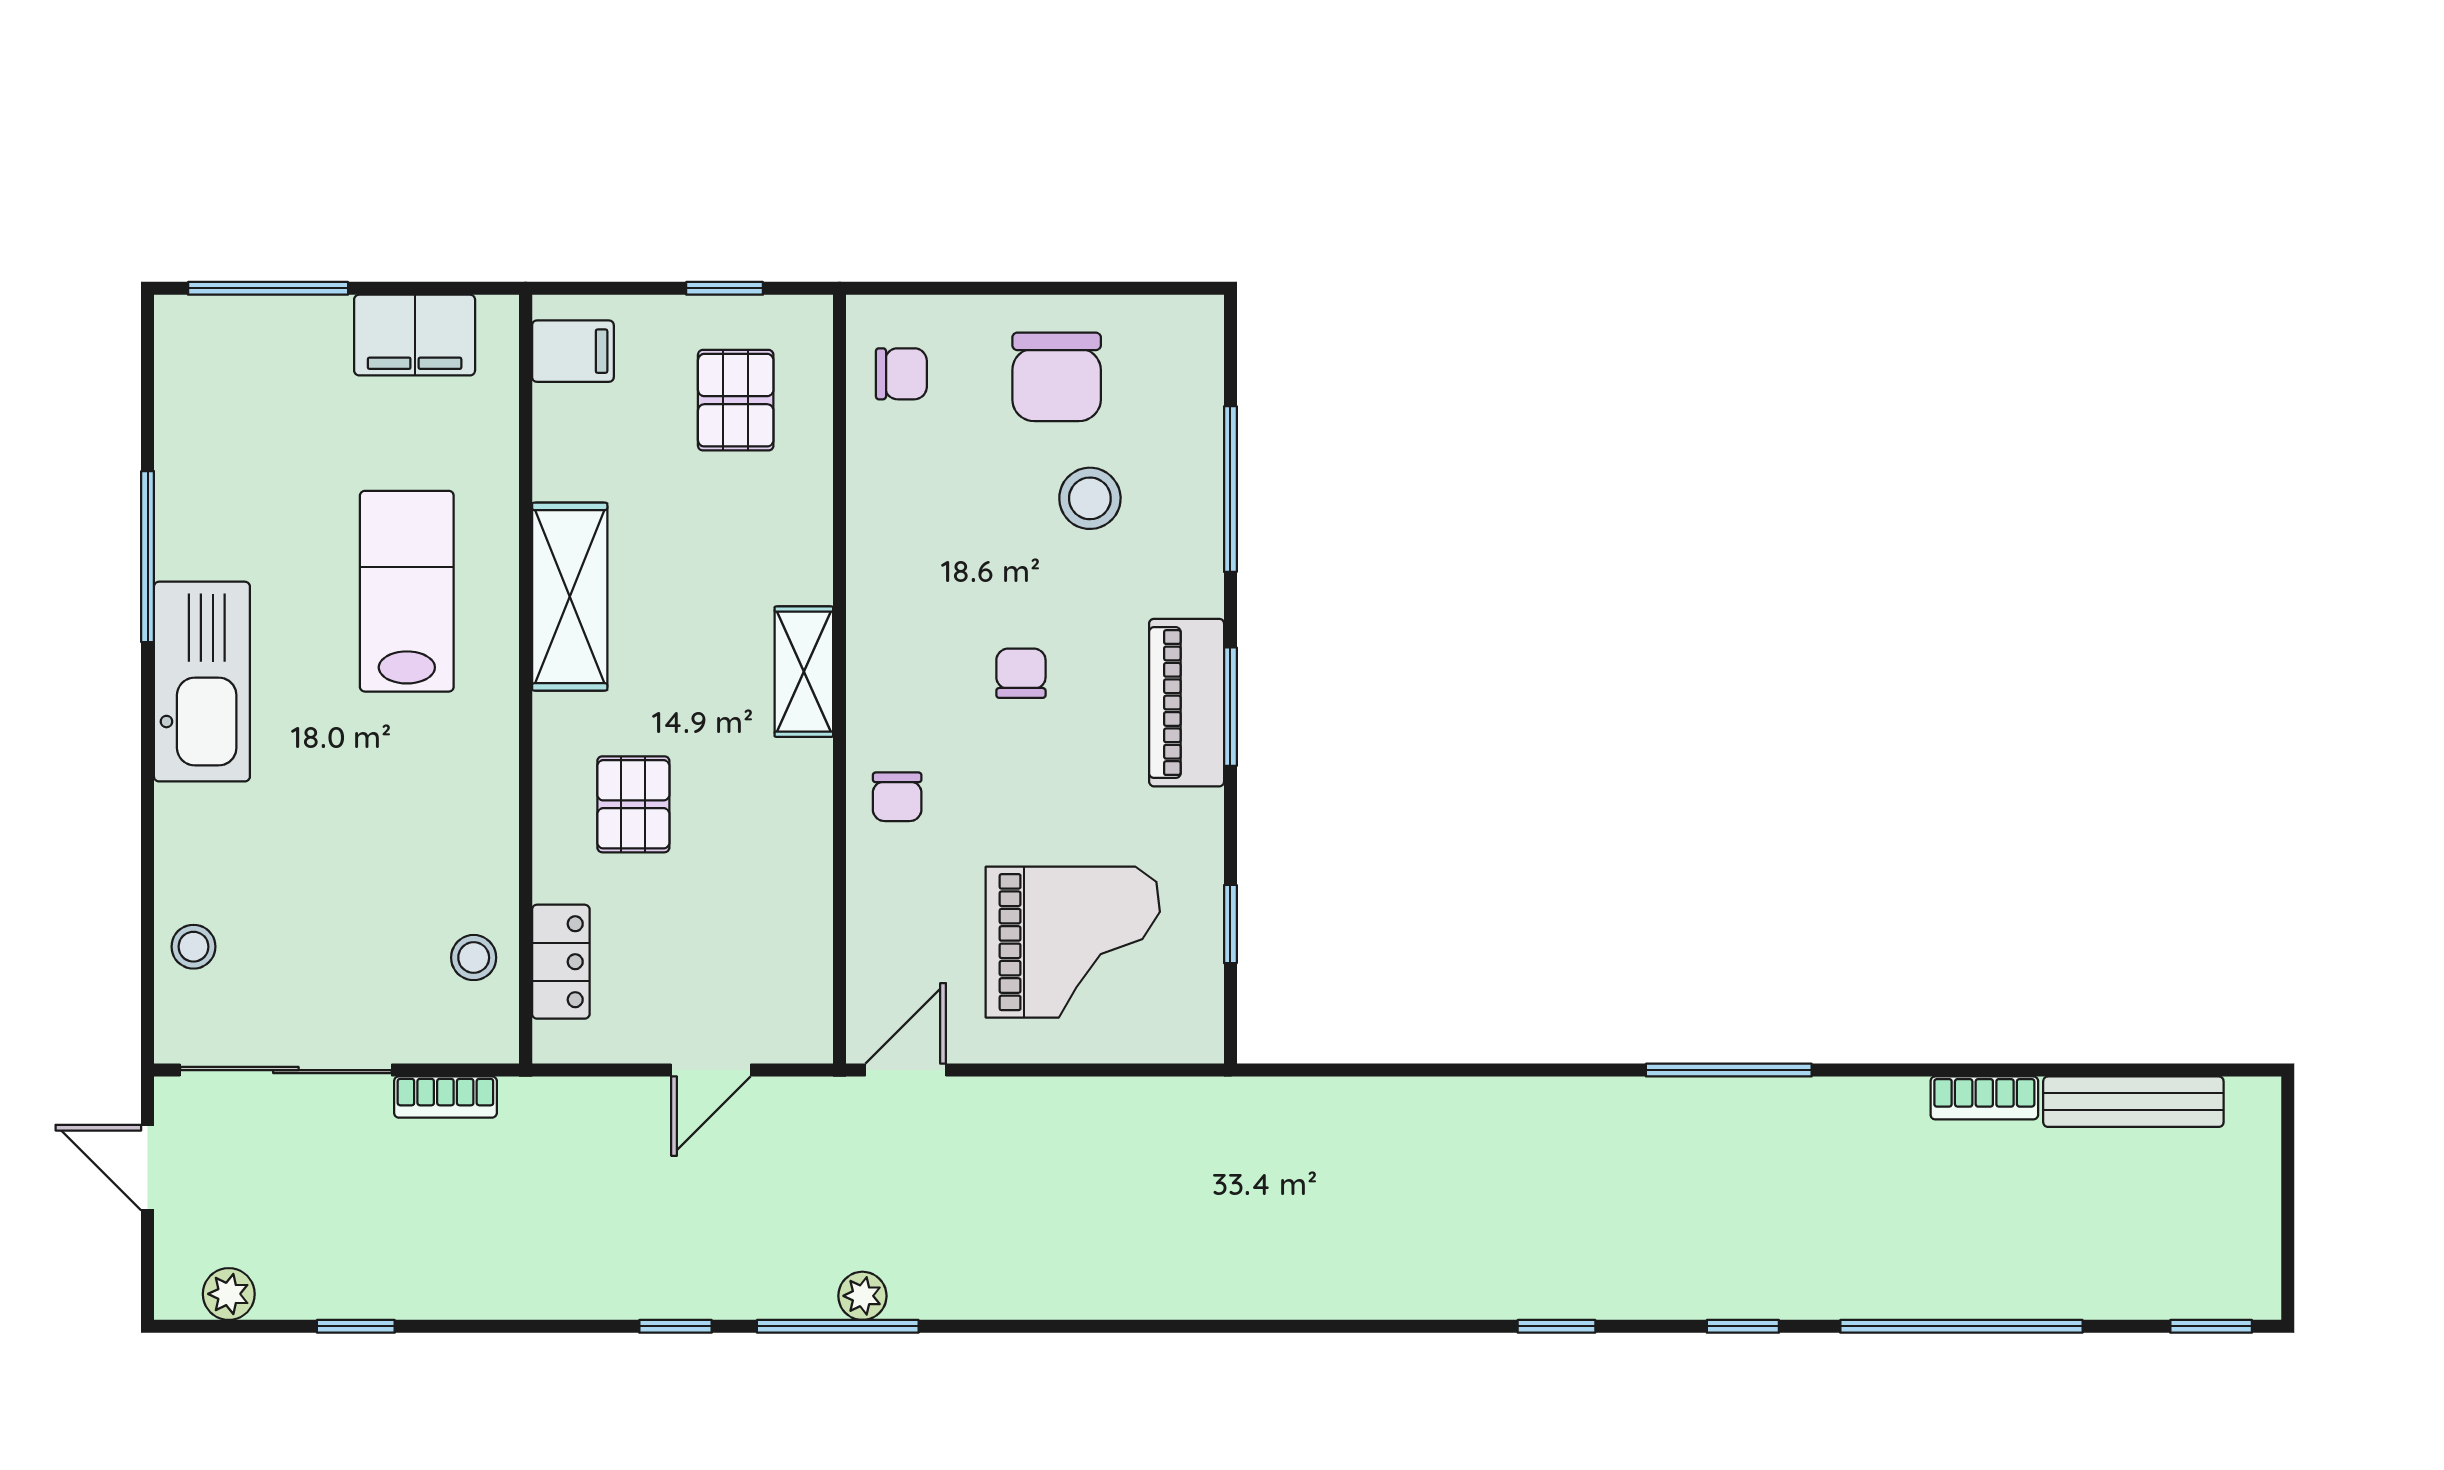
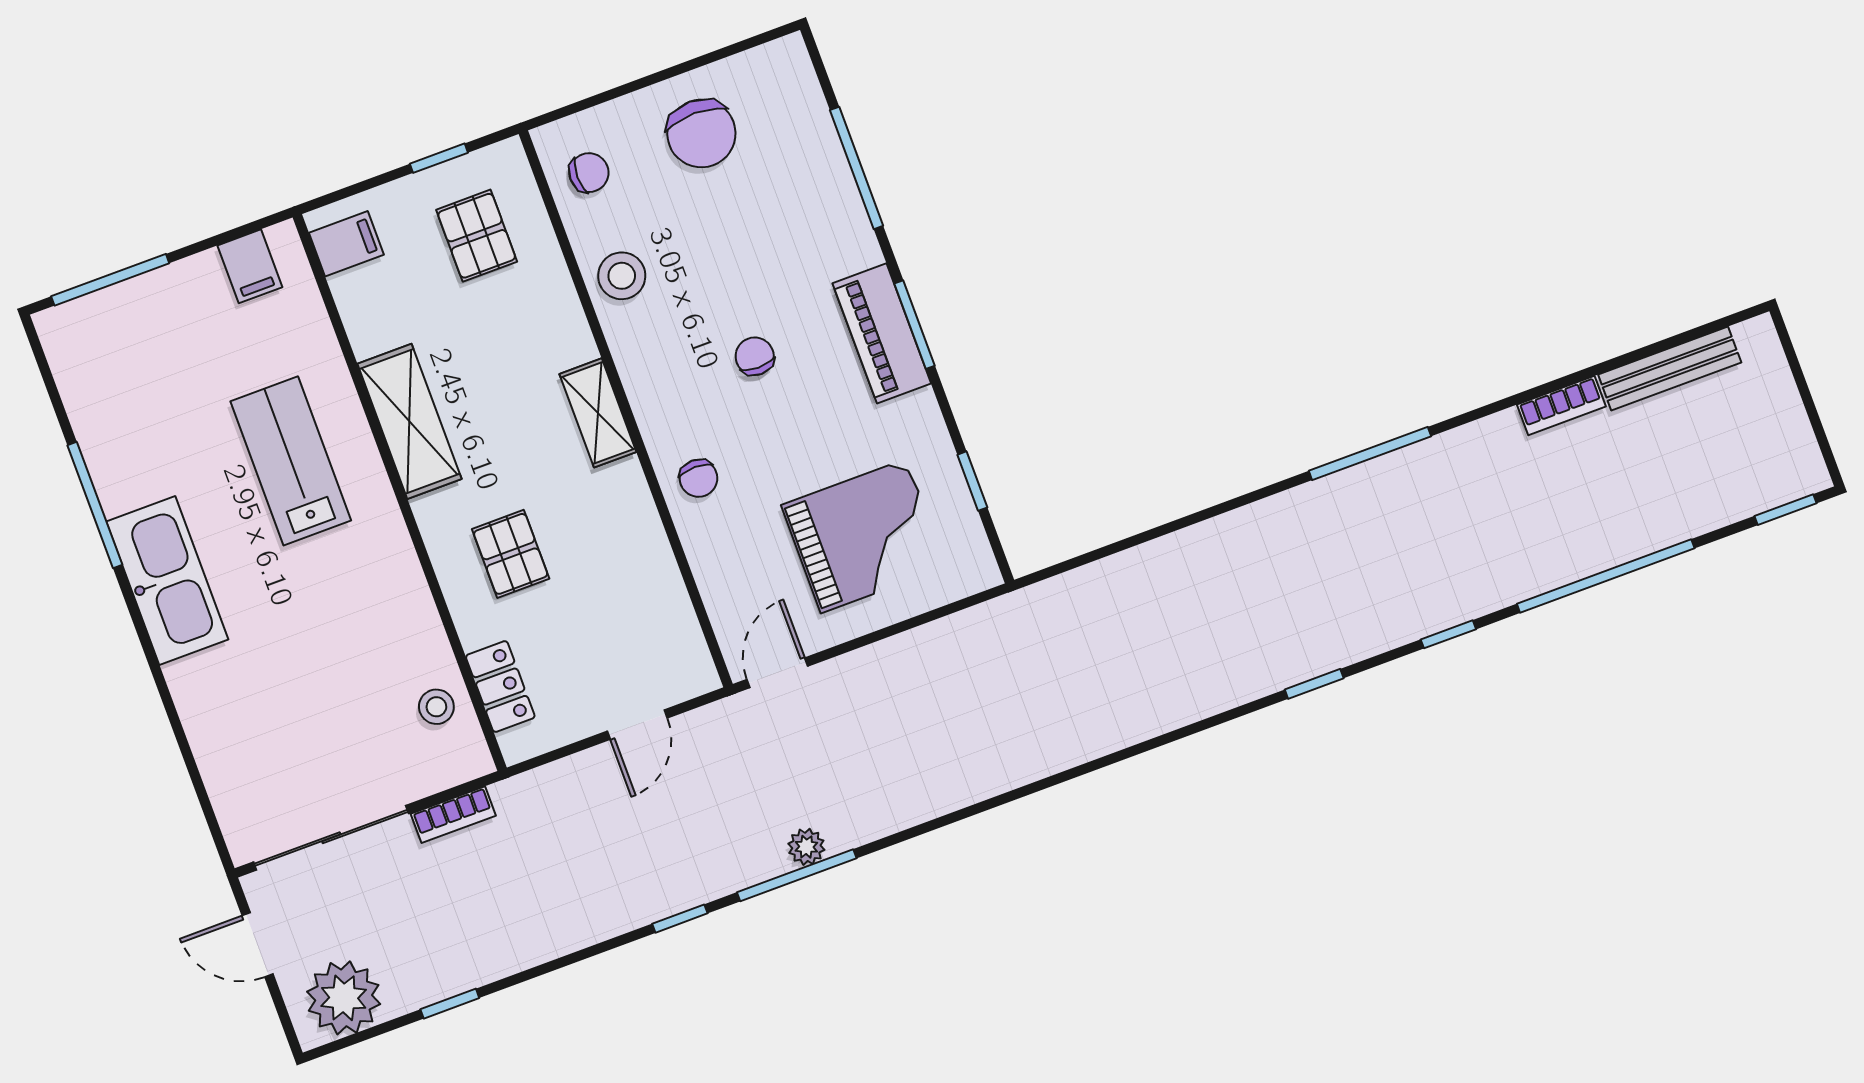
filing cabinet: (415, 335) -> (250, 266), width x0.50
stool: (1090, 498) -> (622, 276), moved
stool: (193, 947) -> (232, 774), removed
plant: (229, 1294) -> (344, 998), width x1.88, depth x1.88

